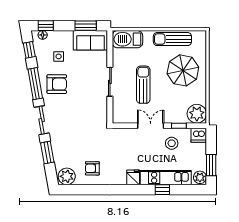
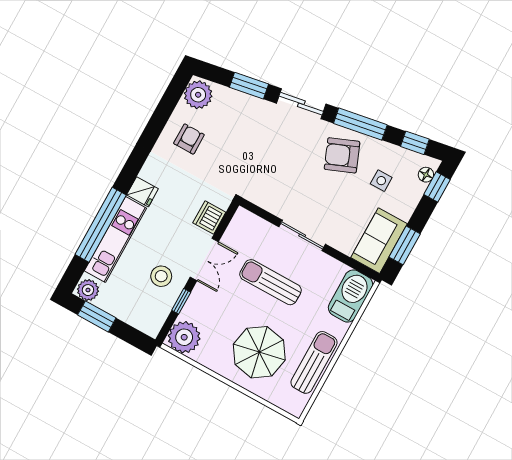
armchair: (57, 84) -> (342, 155), turned 68
sun lounger: (143, 85) -> (271, 282), turned 180
dishwasher: (199, 135) -> (209, 217), moved
window: (162, 190) -> (101, 225), width x3.17

